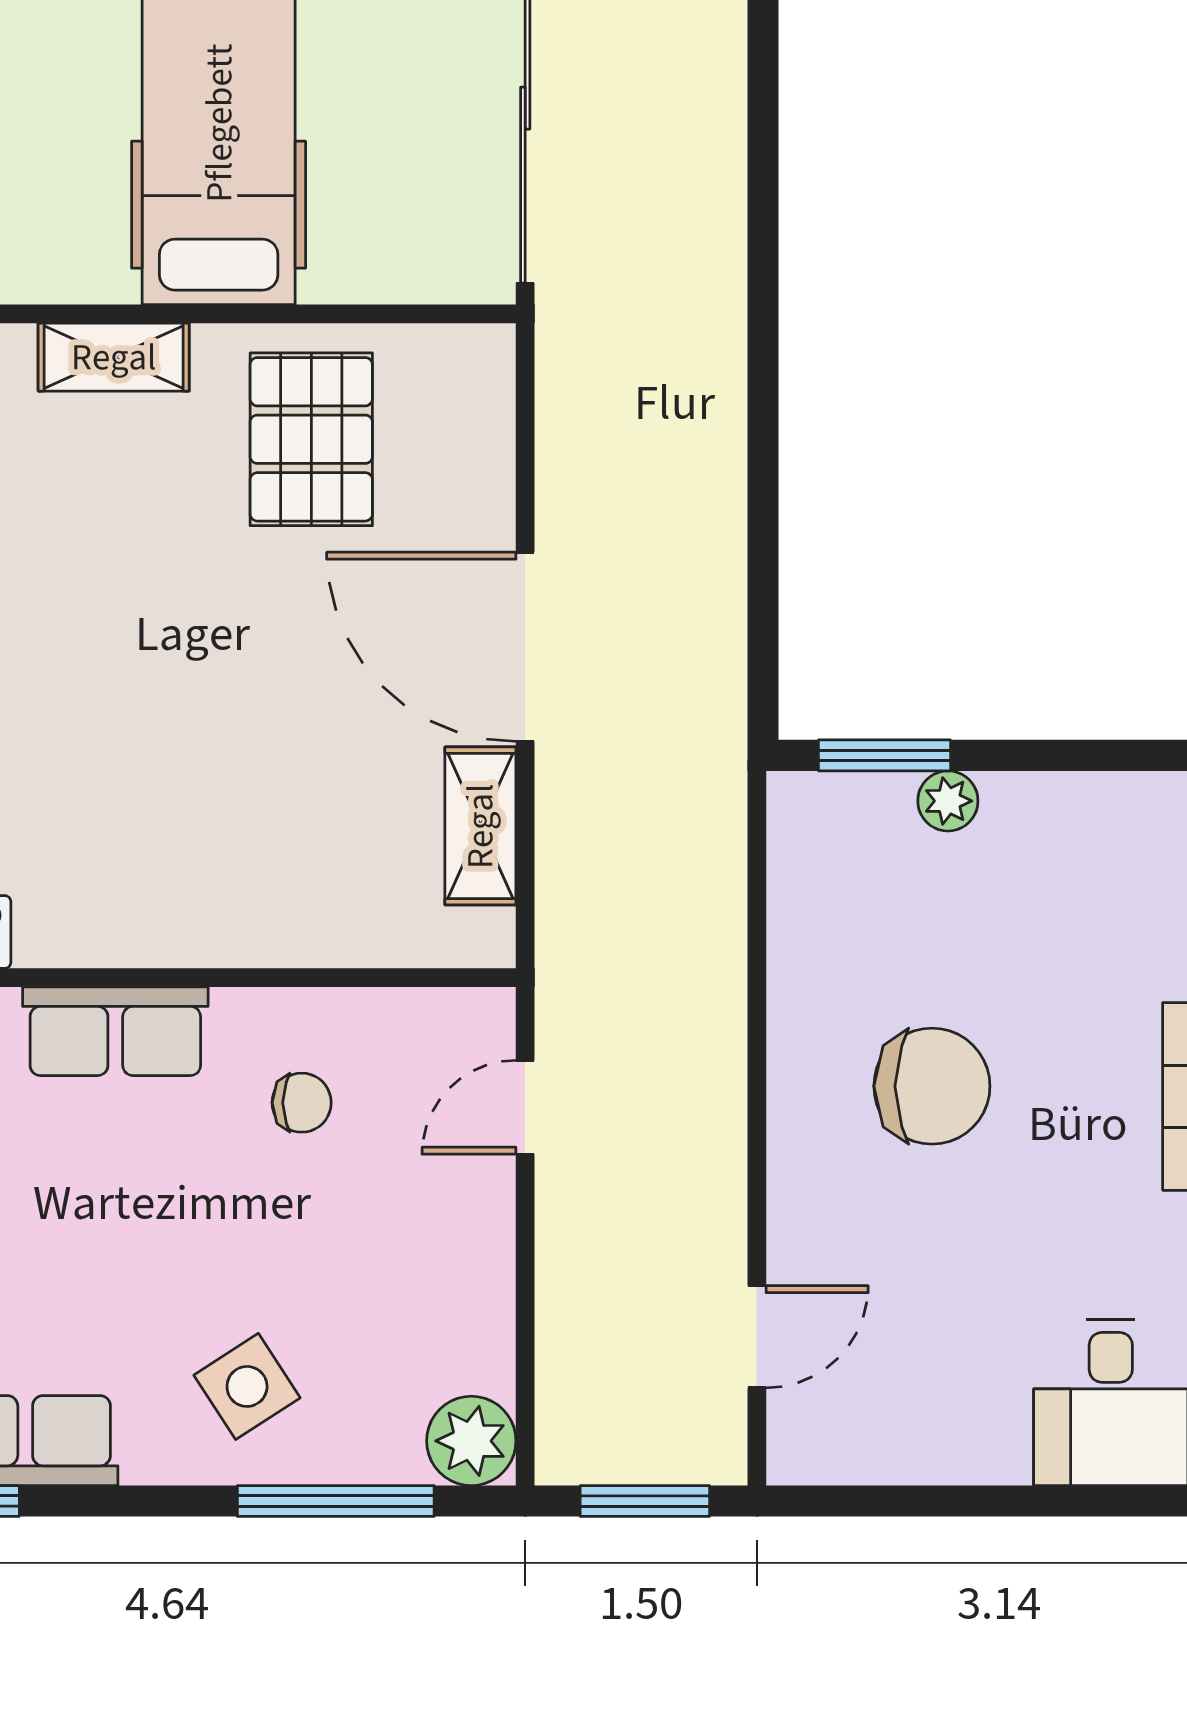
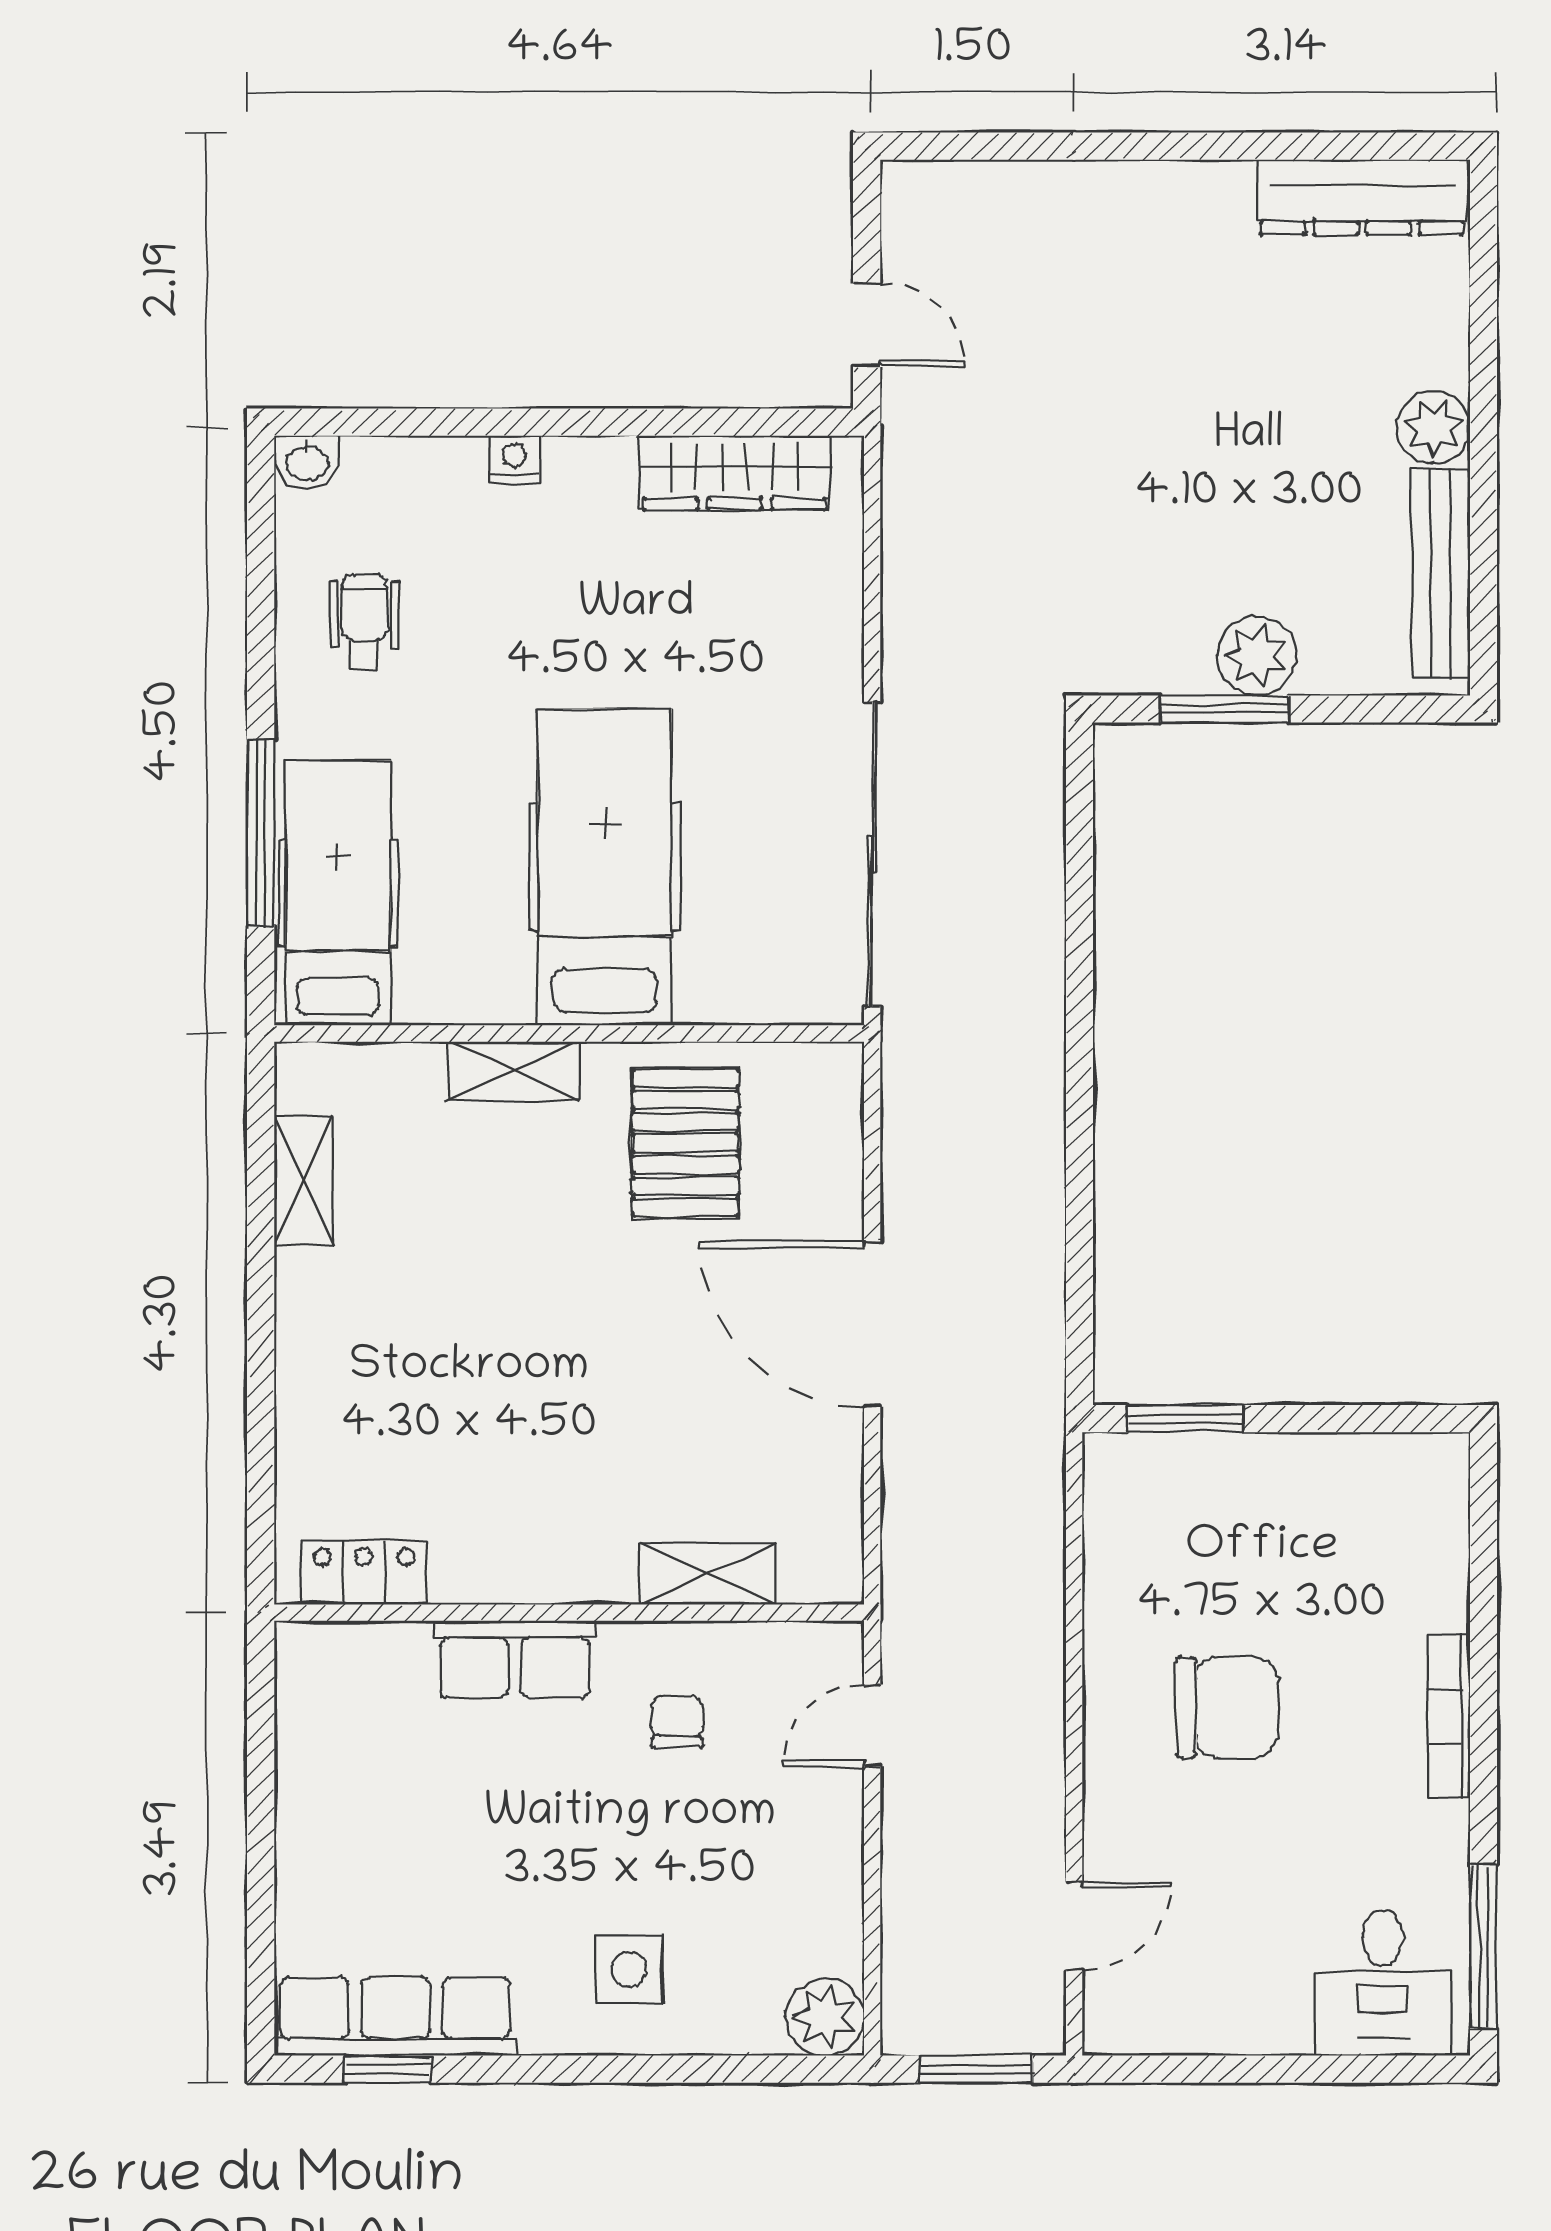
plant: (948, 801) -> (1241, 1458), removed
shelving: (480, 826) -> (708, 1574), moved, turned 90
chair: (302, 1103) -> (677, 1722), turned -90
side table: (247, 1386) -> (629, 1969), turned 33
window: (336, 1501) -> (707, 2069), removed

